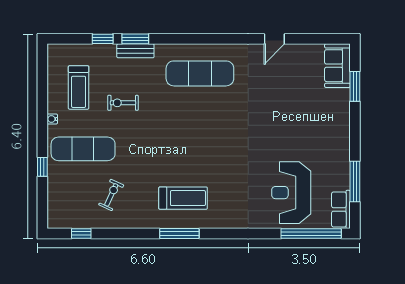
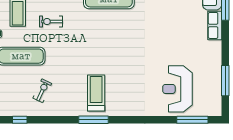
treadmill: (183, 198) -> (96, 93), turned -90
row of seats: (341, 209) -> (215, 25), moved
window: (311, 233) -> (192, 120), width x0.68

